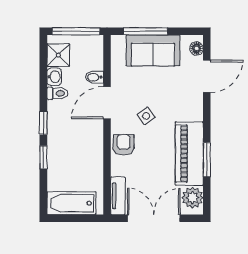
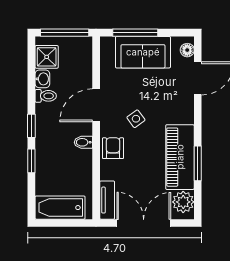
bidet: (94, 77) -> (83, 142), moved

